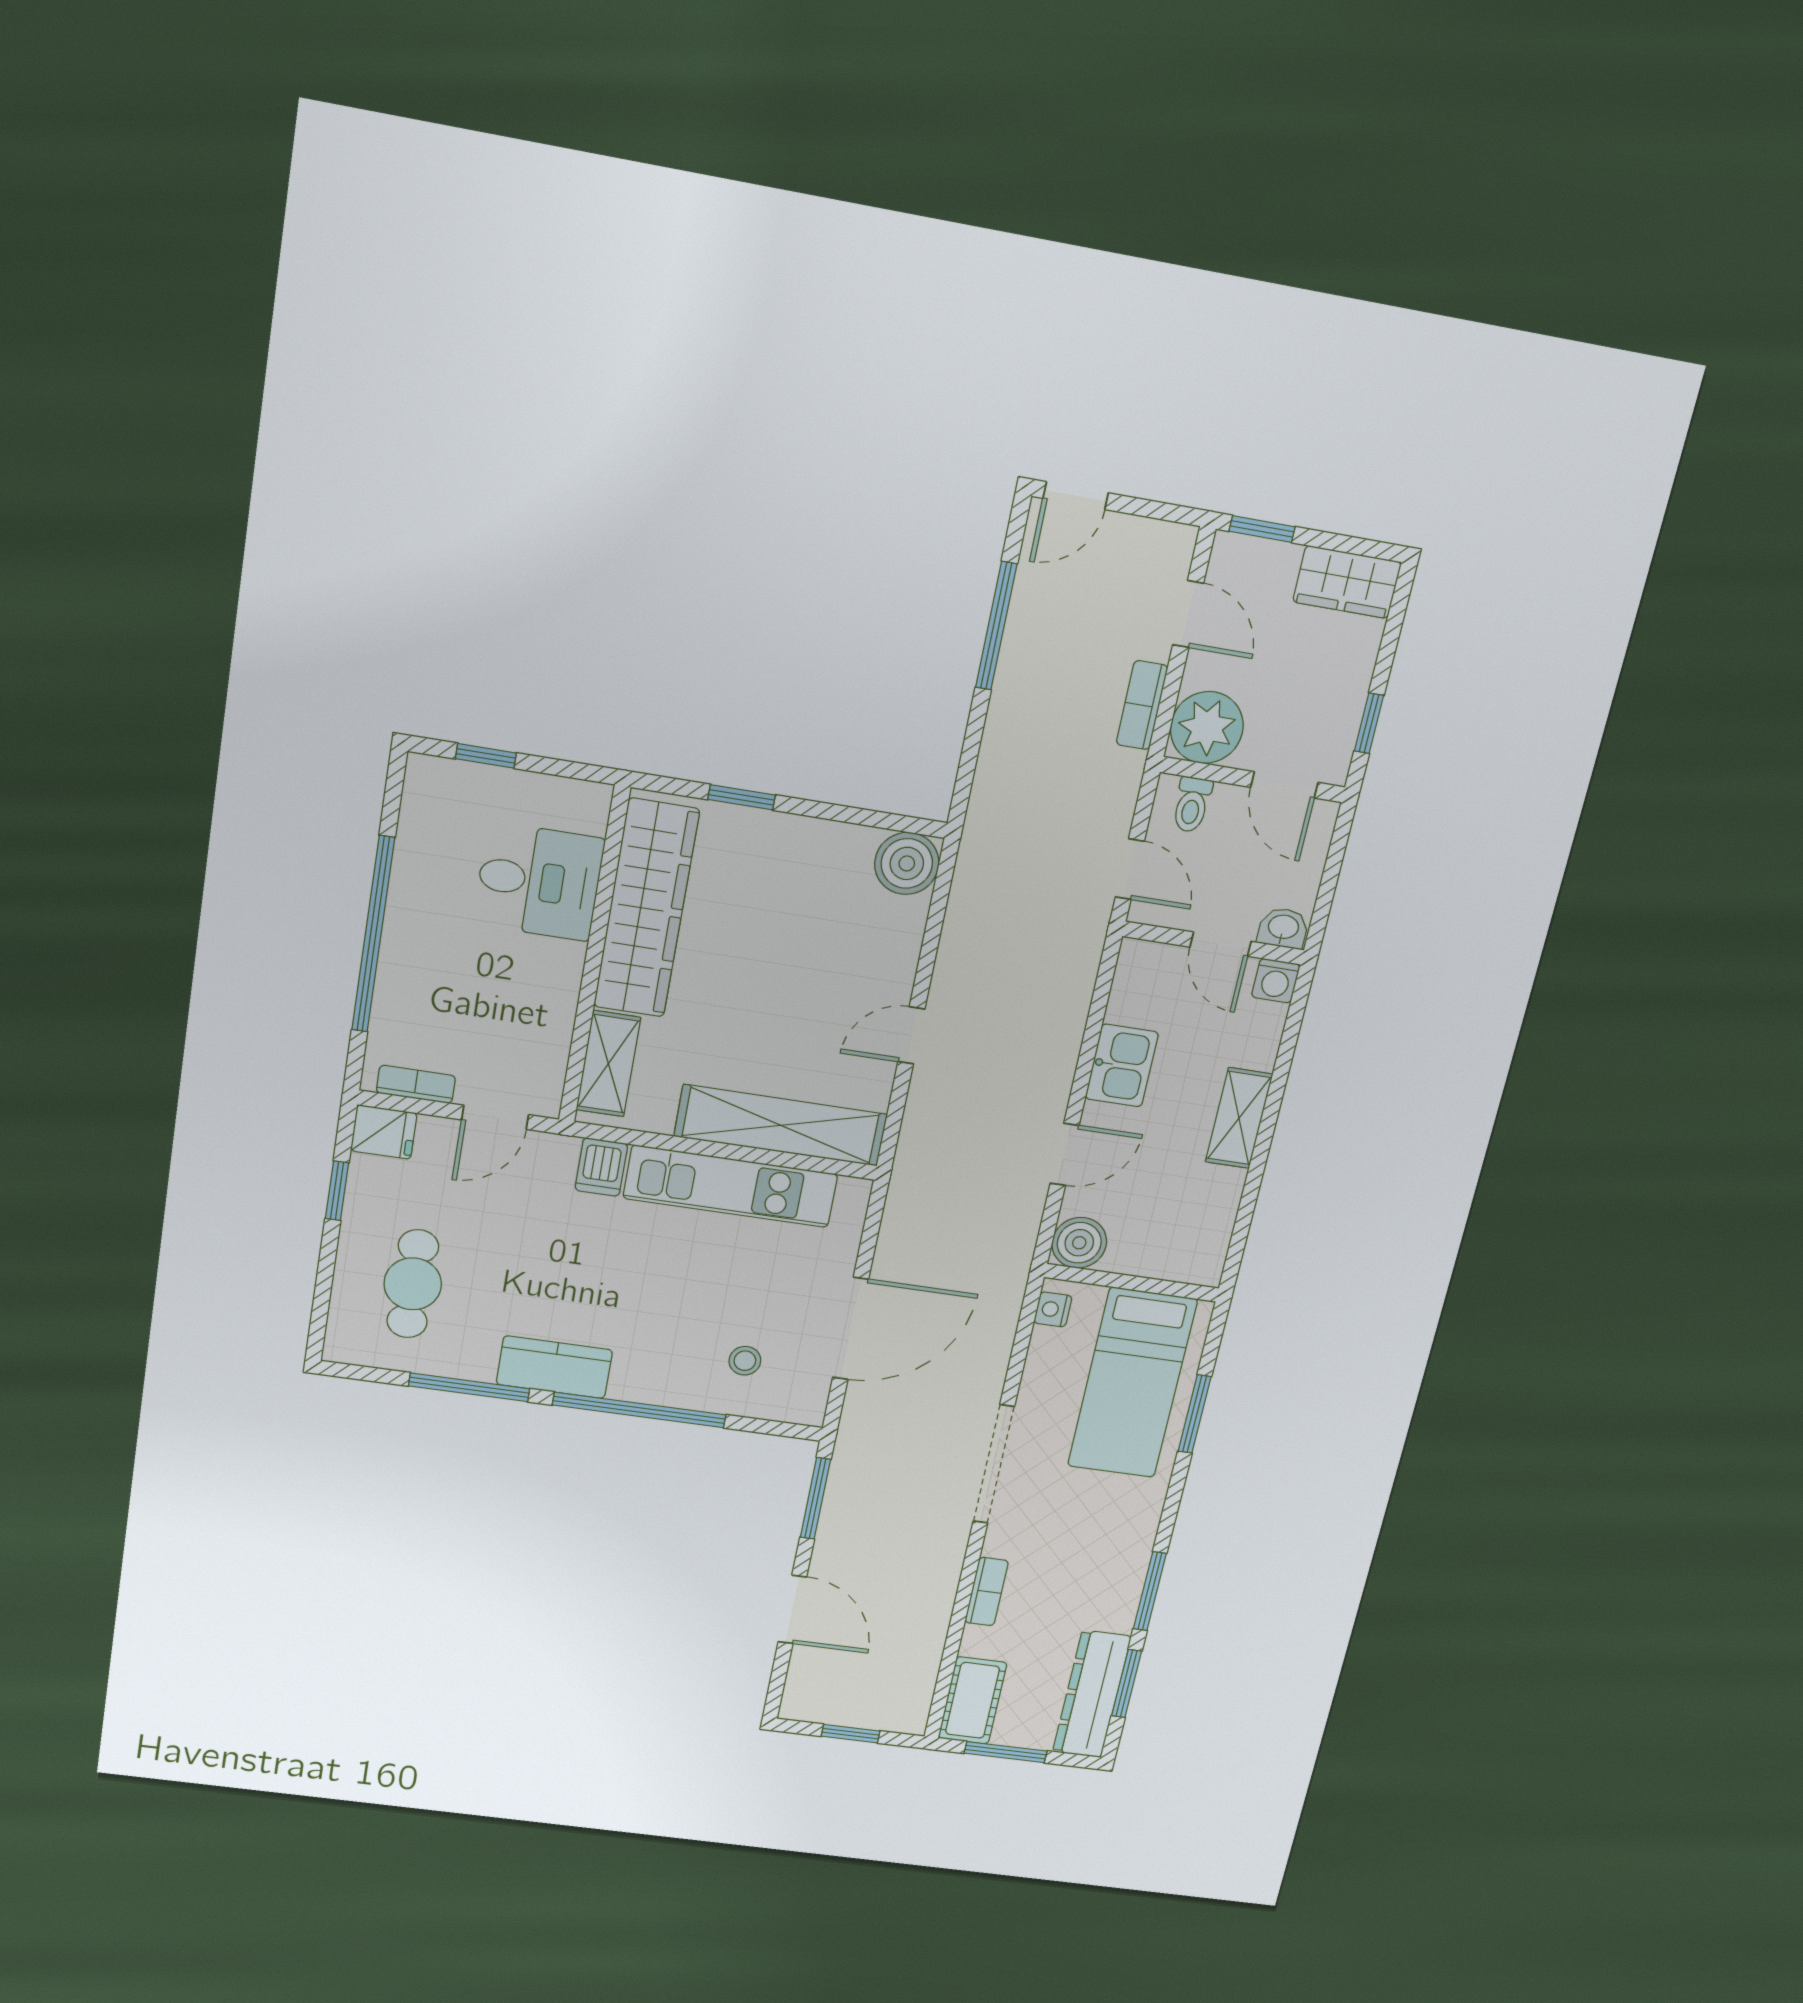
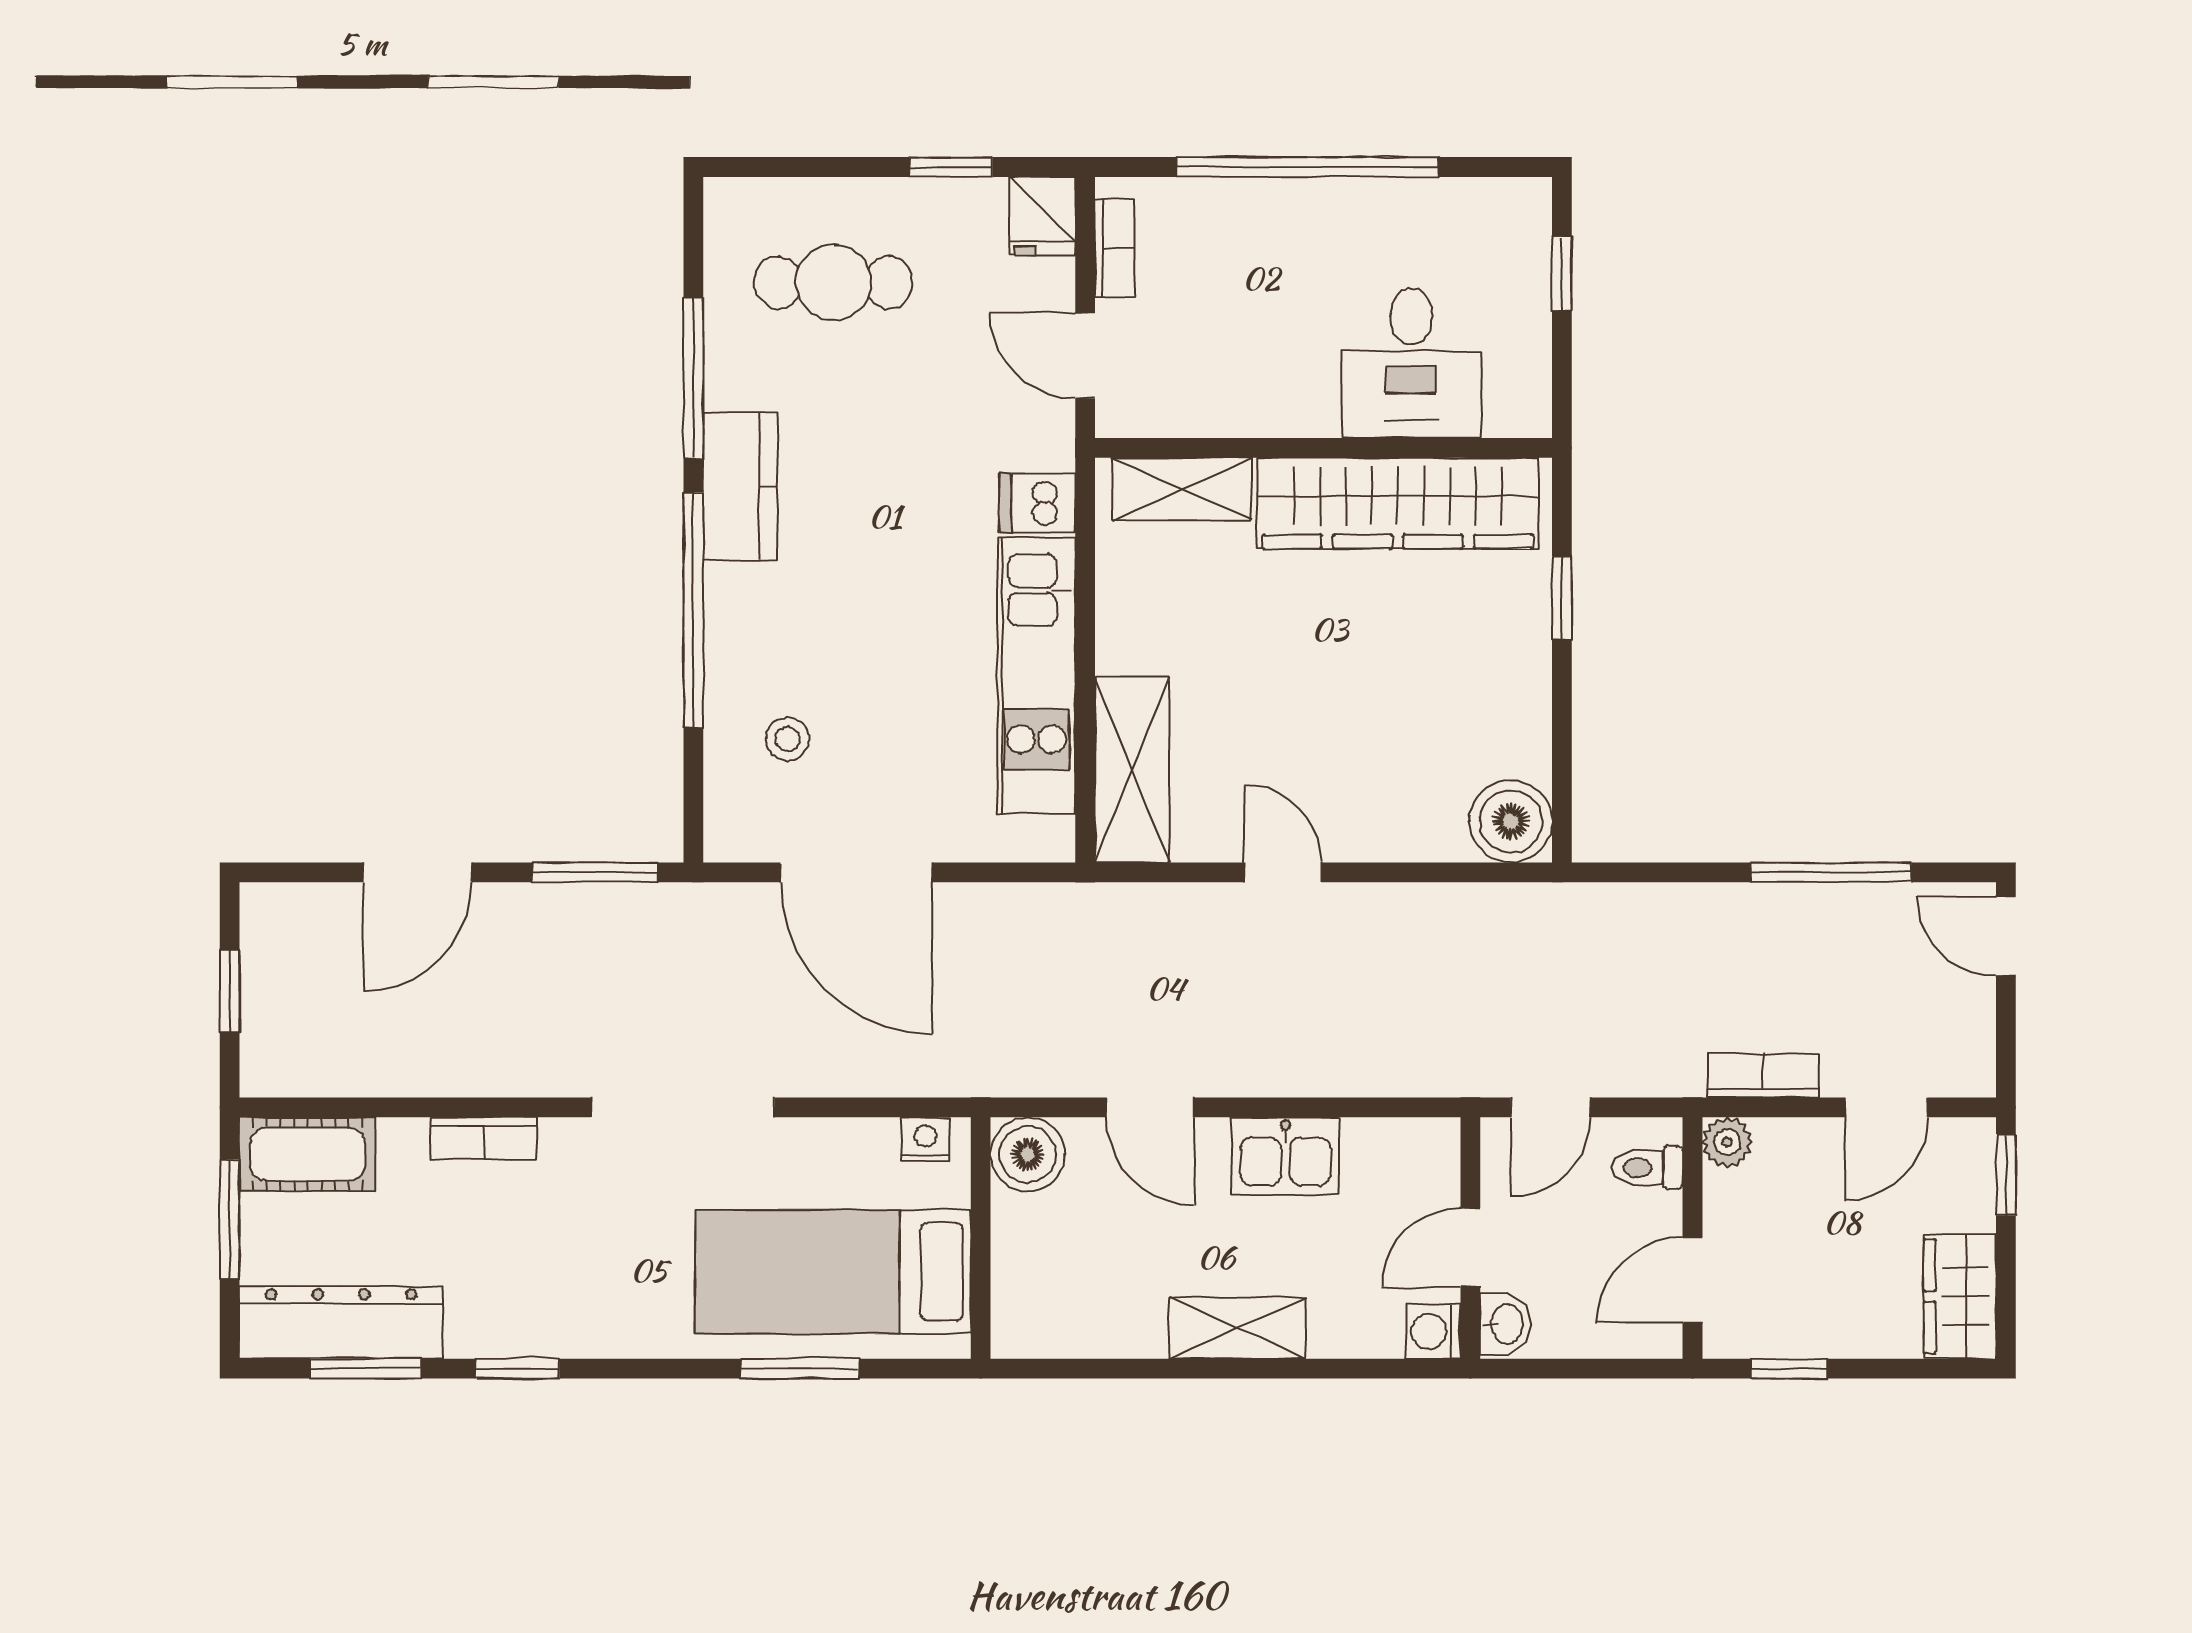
plant: (1207, 728) -> (1727, 1142), width x0.53, depth x0.53
shelving: (781, 1125) -> (1132, 769), width x0.68
window: (1150, 1591) -> (517, 1369), width x0.67

